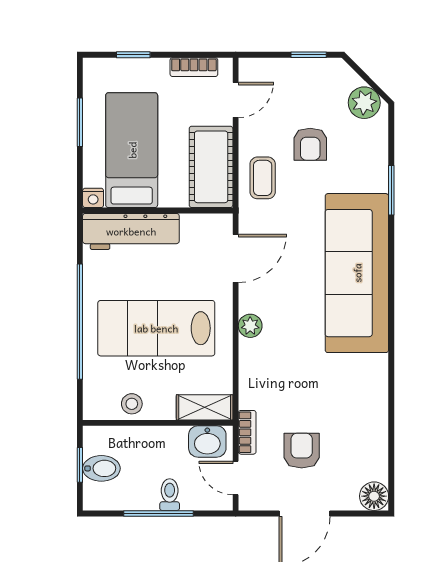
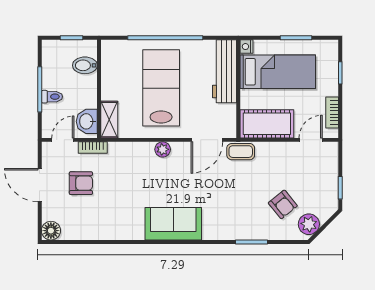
door: (236, 100) -> (311, 140), swing flipped
armchair: (310, 144) -> (283, 204), moved, turned -129
coffee table: (263, 178) -> (241, 152), moved
door: (236, 258) -> (207, 140), hinge flipped
sofa: (357, 273) -> (173, 224), width x0.54, depth x0.79
stool: (132, 404) -> (112, 72), removed
bidet: (101, 468) -> (85, 65), moved, turned 90

